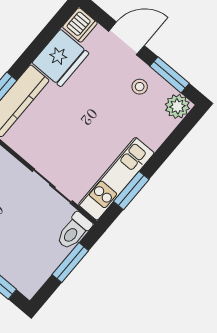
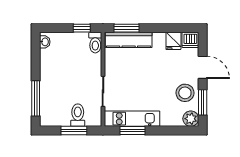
fridge: (61, 58) -> (173, 41), width x0.53, depth x0.75
stool: (140, 87) -> (185, 93), width x1.89, depth x1.89
toilet: (74, 231) -> (78, 115), moved, turned 90

